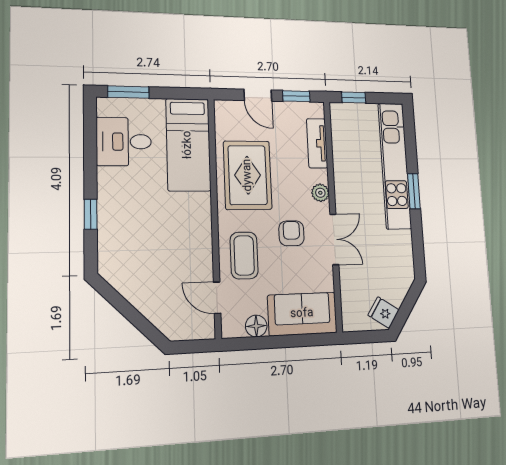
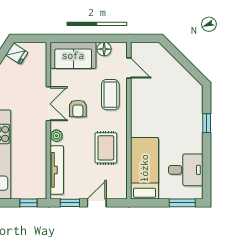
door: (258, 95) -> (97, 203), hinge flipped
tv unit: (317, 143) -> (57, 170), width x1.41
rug: (248, 175) -> (106, 148), width x0.73, depth x0.70
double door: (334, 239) -> (48, 104), swing flipped

